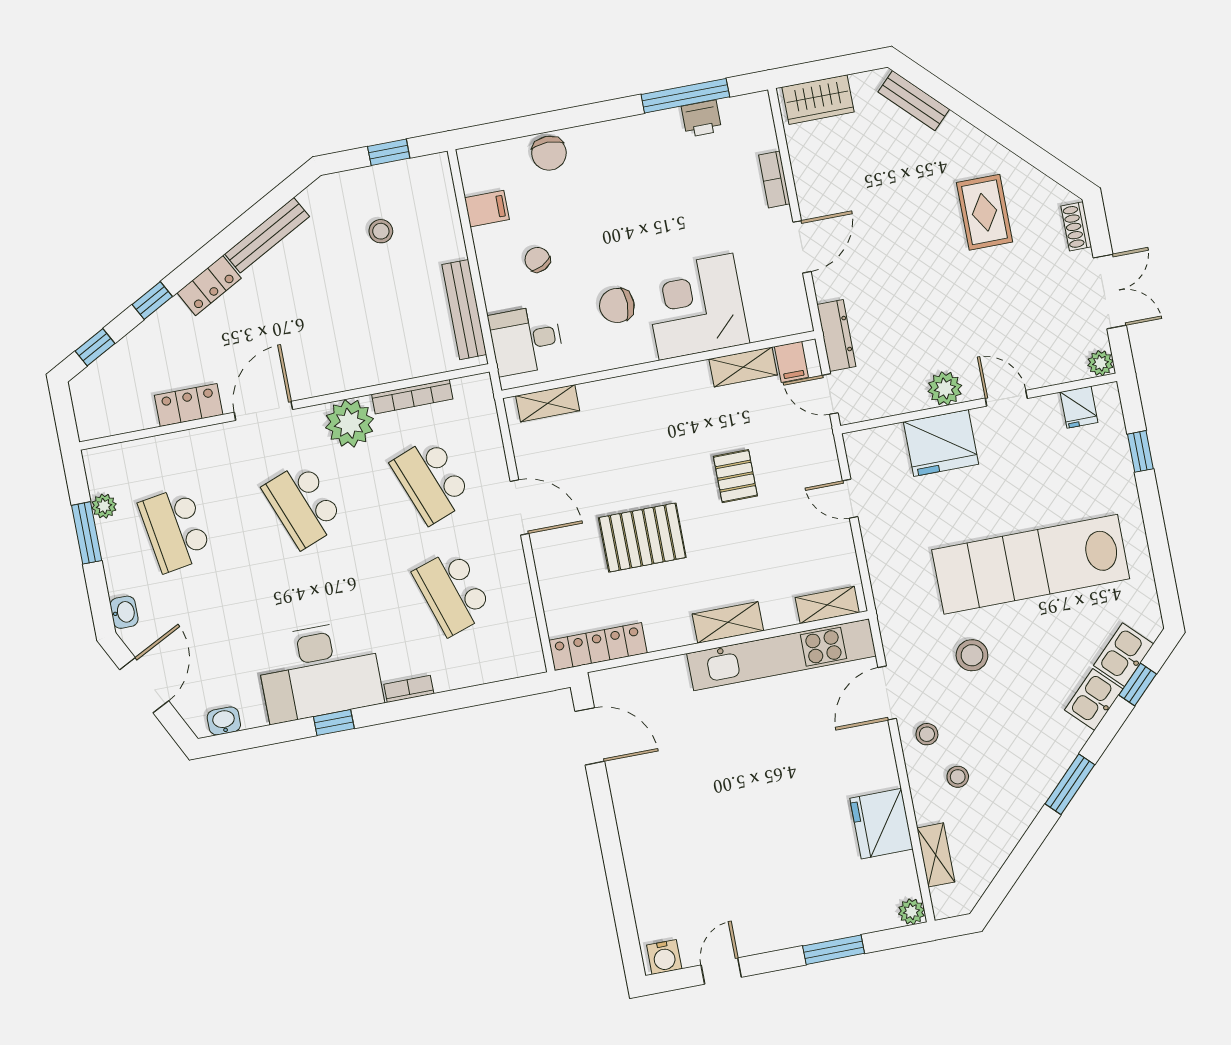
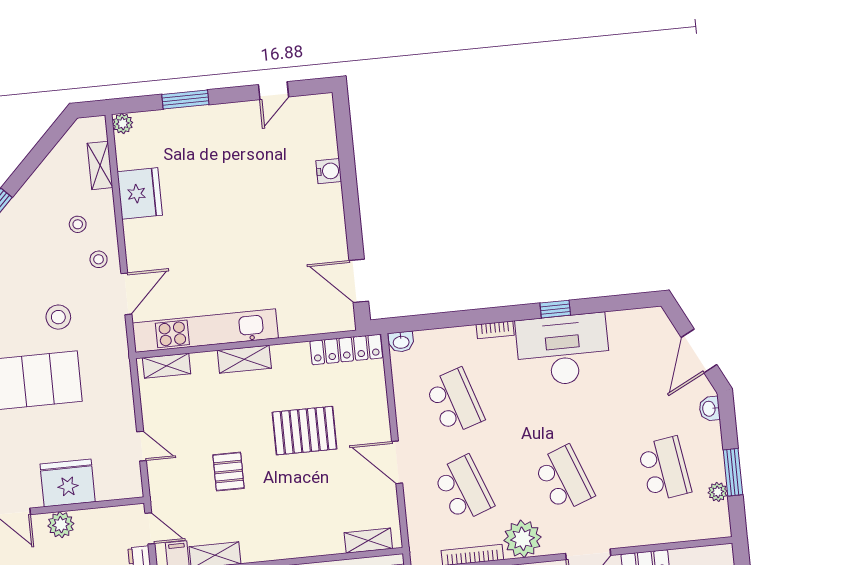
washbasin: (224, 721) -> (401, 342), moved
water cooler: (664, 957) -> (329, 171), moved, turned 90

